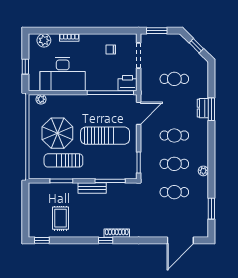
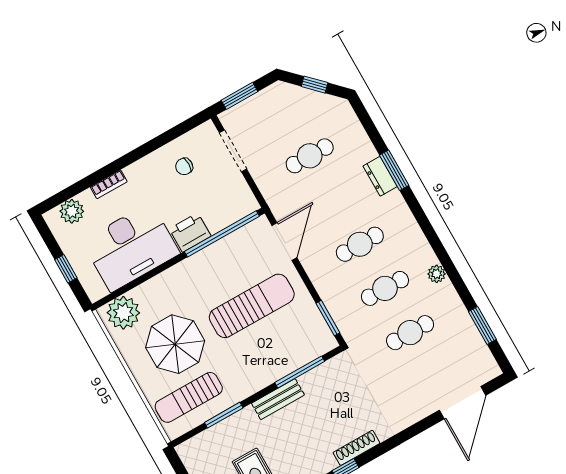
printer: (127, 83) -> (190, 232), moved
plant: (41, 99) -> (123, 313), width x1.88, depth x1.88
sun lounger: (63, 160) -> (189, 397), moved

